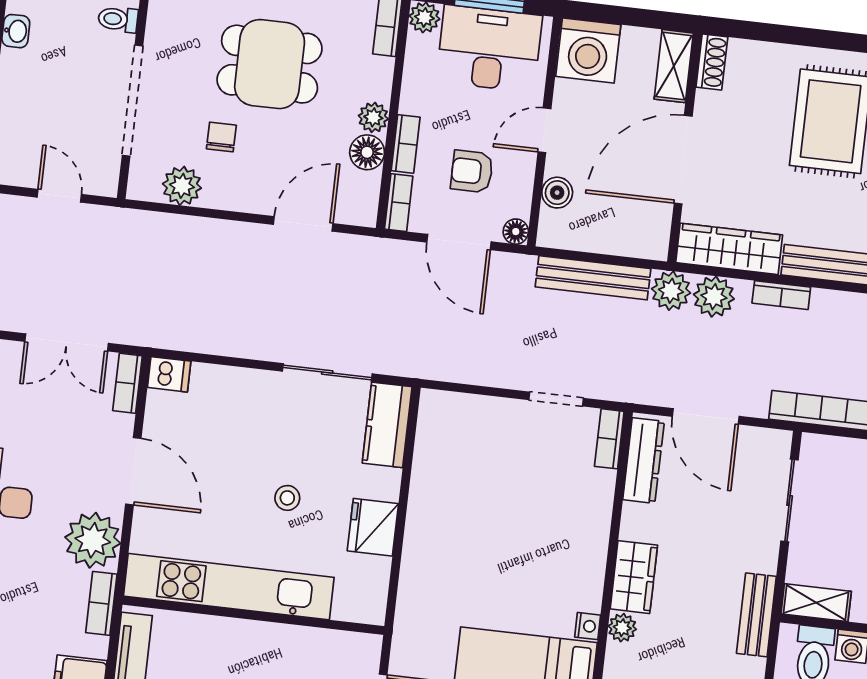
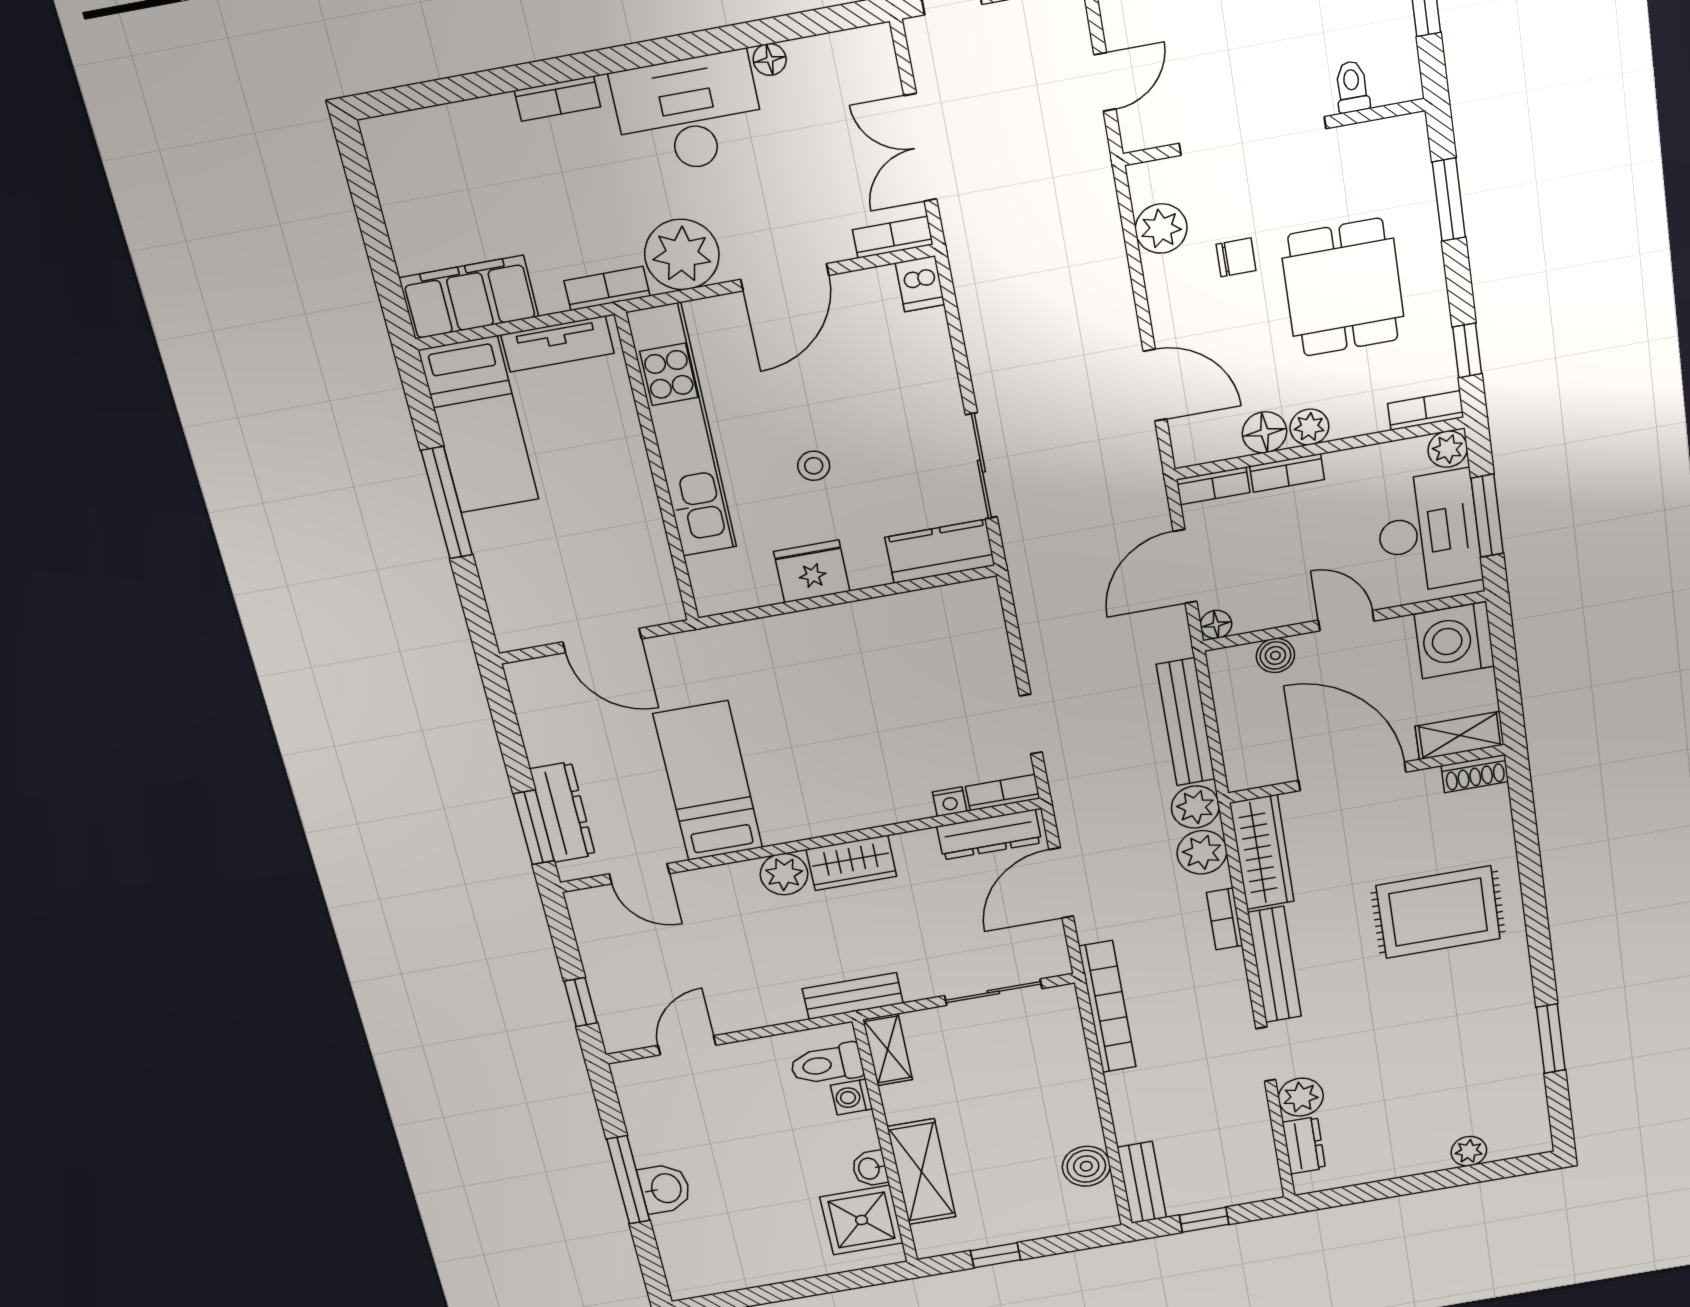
armchair: (472, 171) -> (1274, 556), removed
nightstand: (588, 626) -> (950, 802), moved
plant: (622, 628) -> (784, 874), width x1.38, depth x1.38

